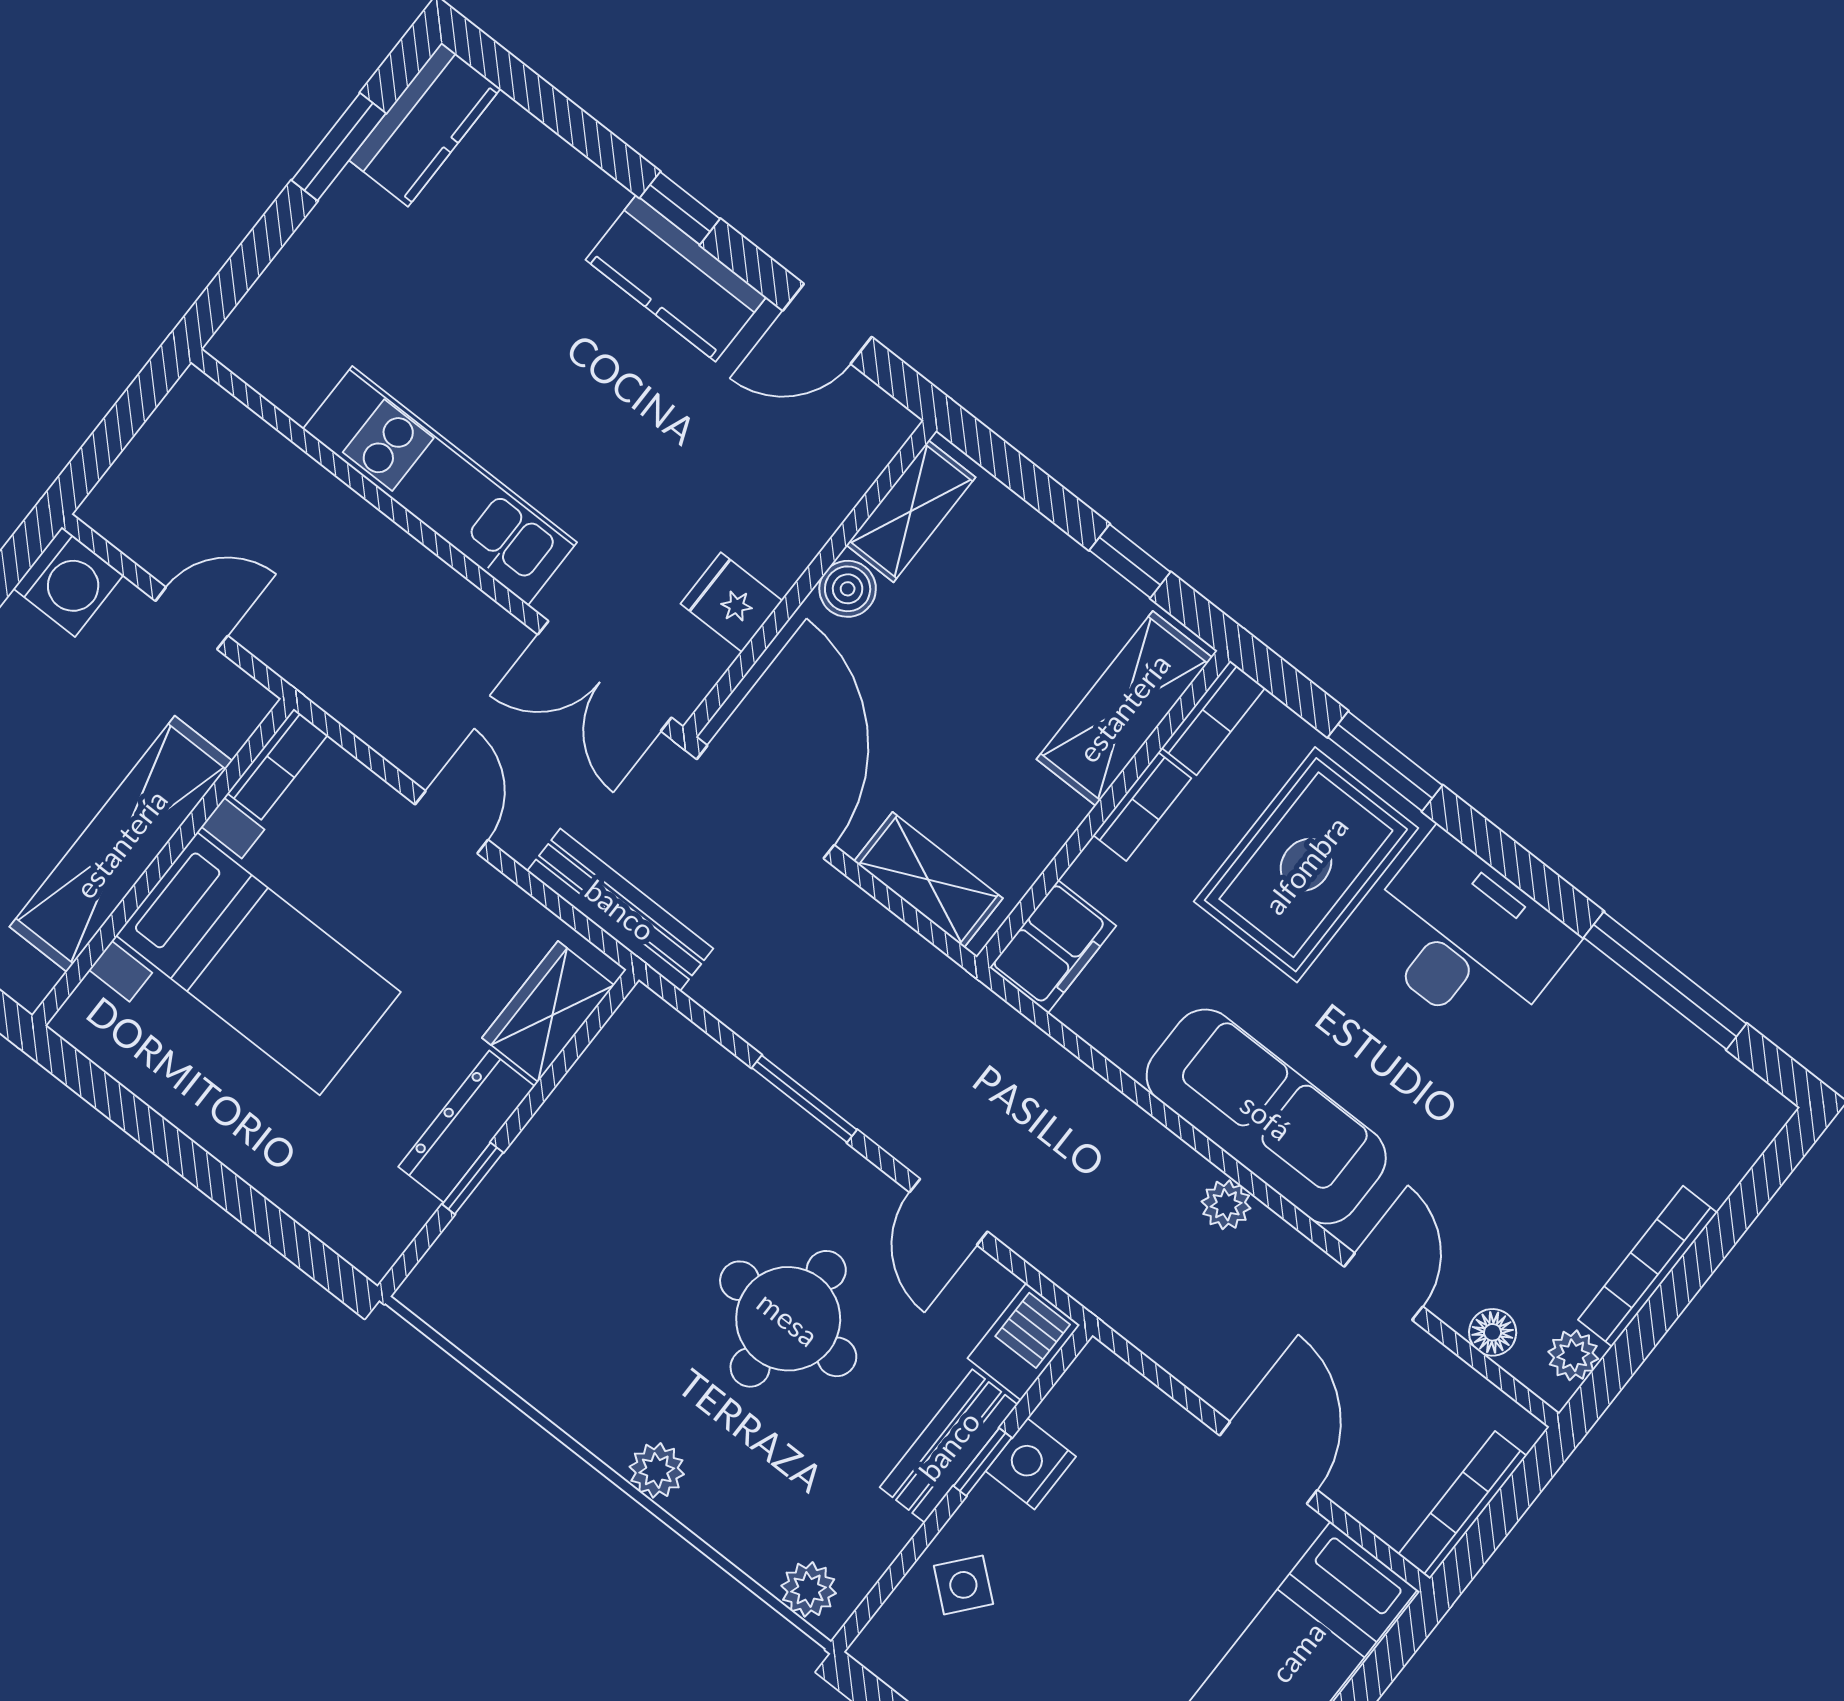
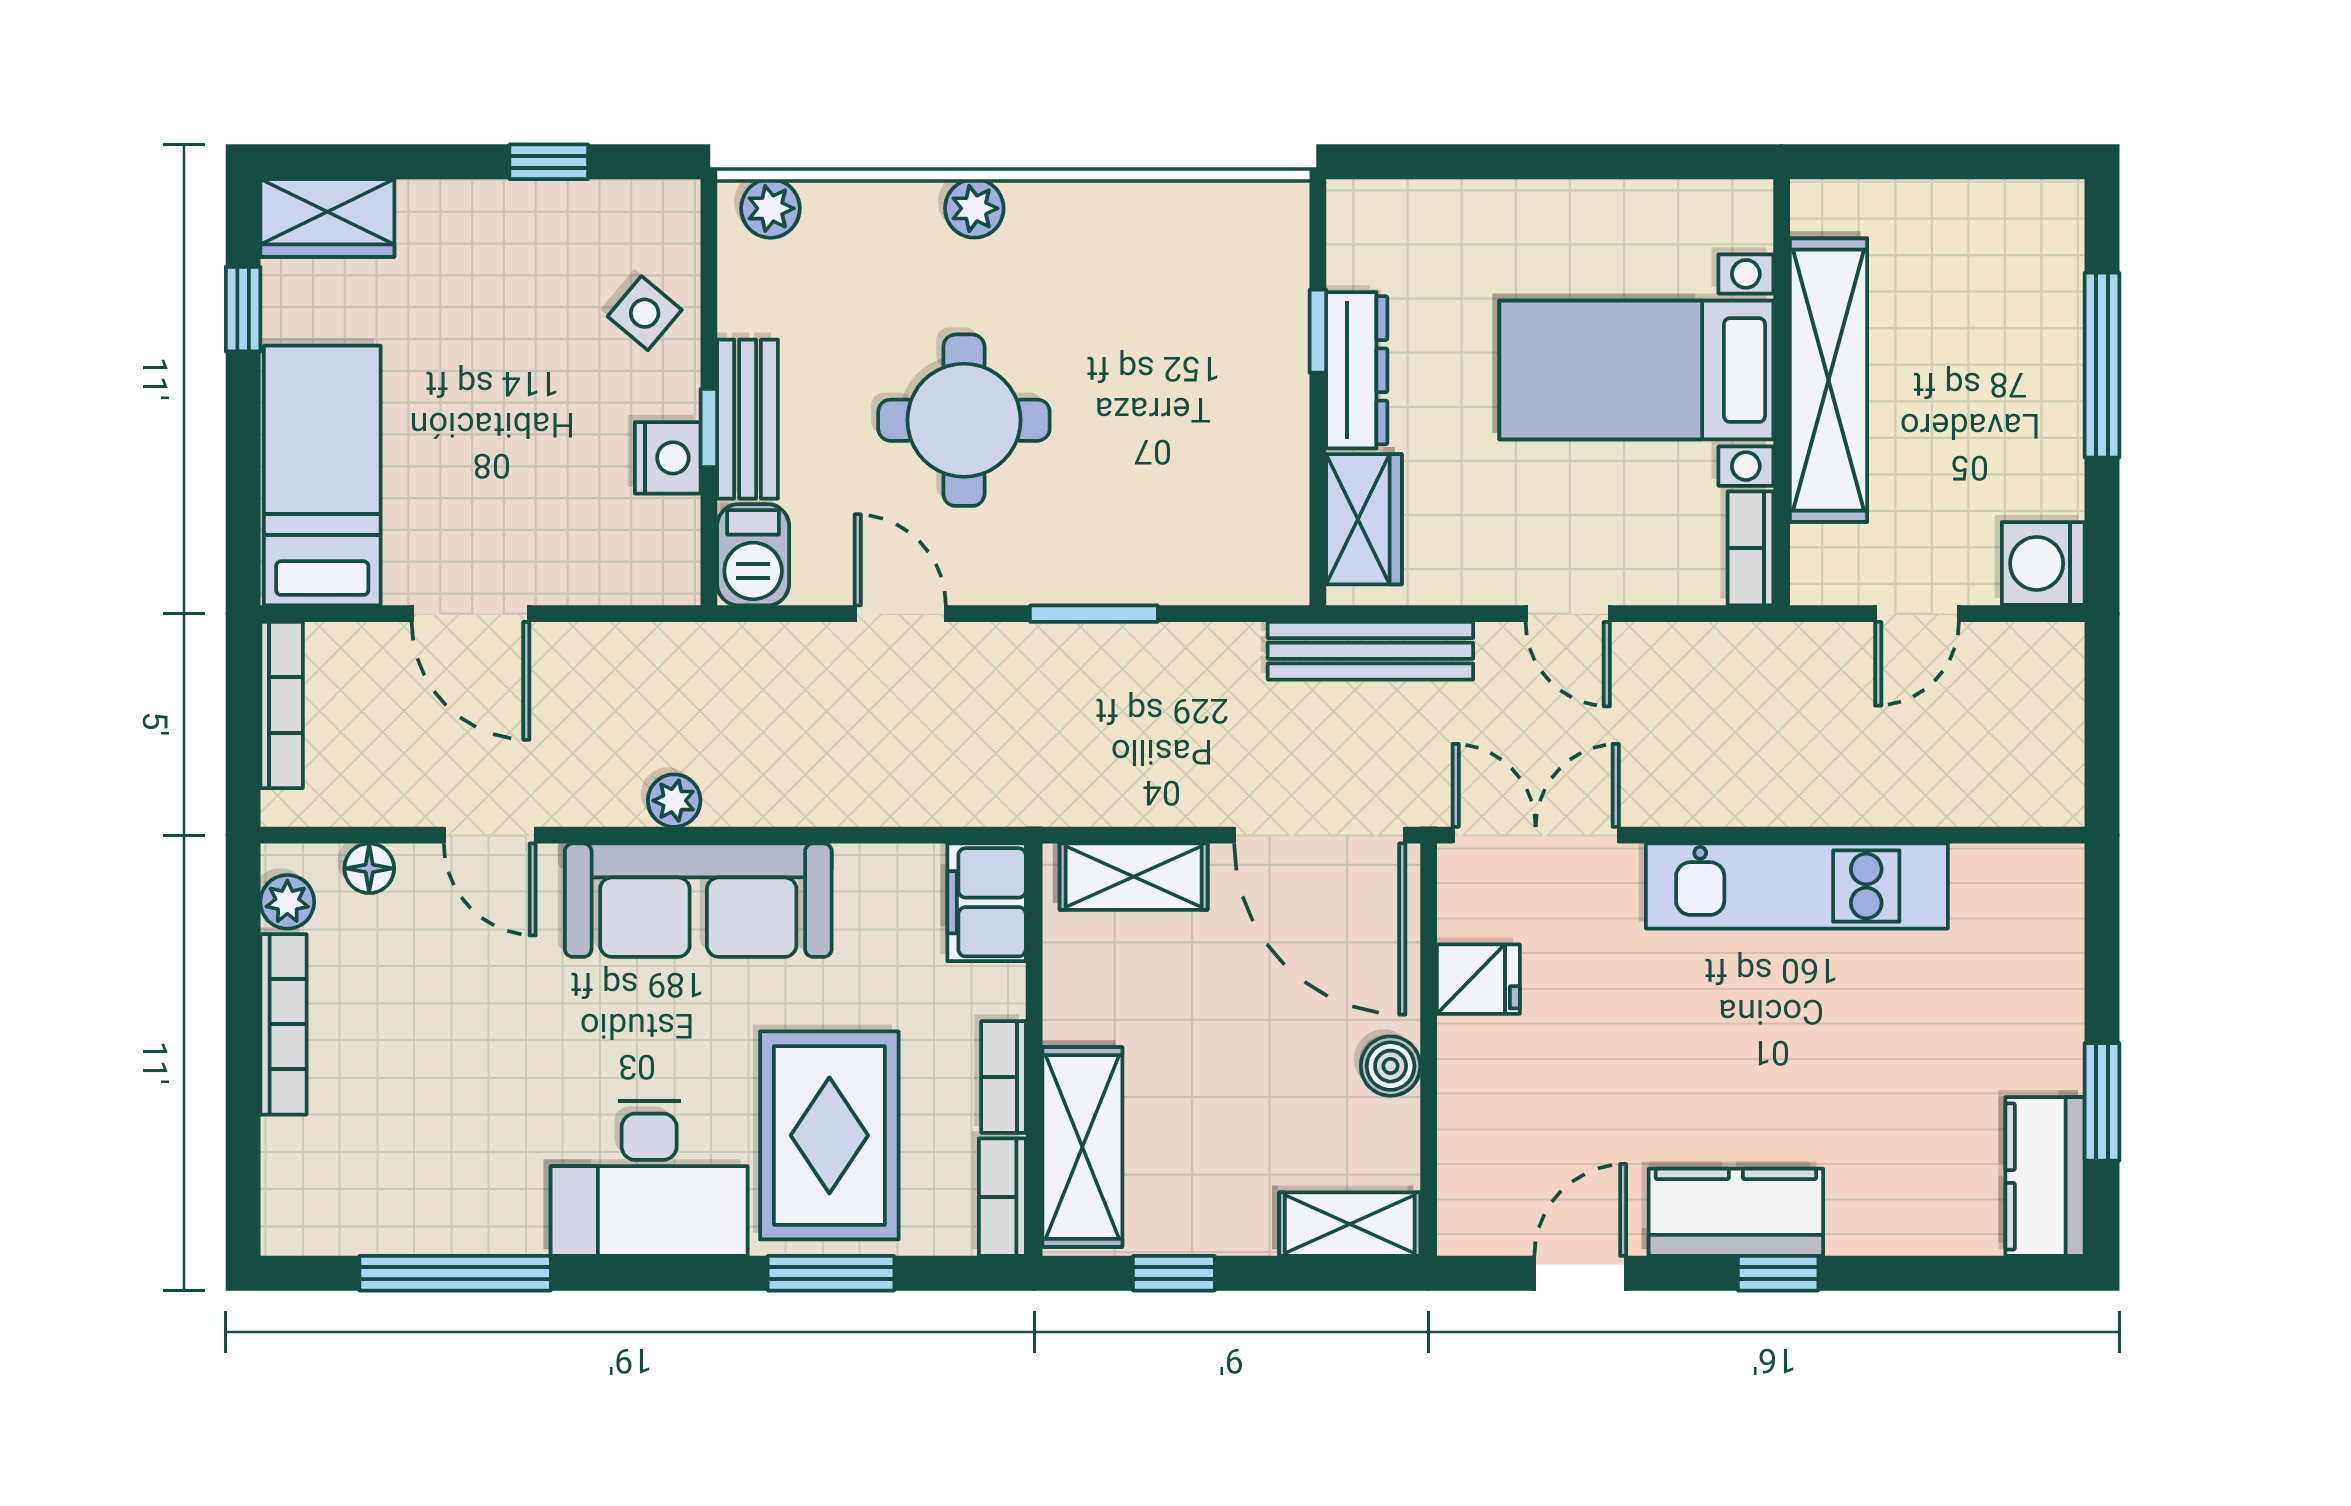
shelving: (911, 511) -> (1350, 1224), moved, turned 90

